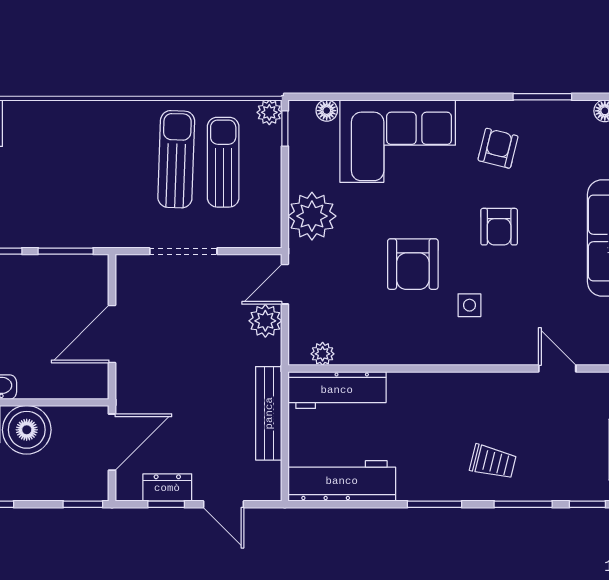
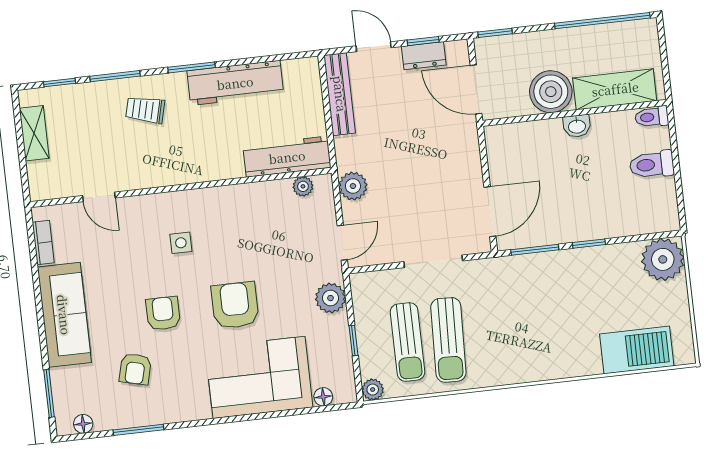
window: (285, 129) -> (353, 340), moved
armchair: (498, 148) -> (135, 369), moved
plant: (312, 216) -> (330, 298), width x0.73, depth x0.73
armchair: (413, 264) -> (235, 305), moved
plant: (265, 321) -> (353, 186), moved
door: (112, 334) -> (490, 212), moved
bench: (269, 413) -> (340, 94), moved
door: (112, 442) -> (476, 89), hinge flipped
workbench: (342, 481) -> (235, 83), moved

